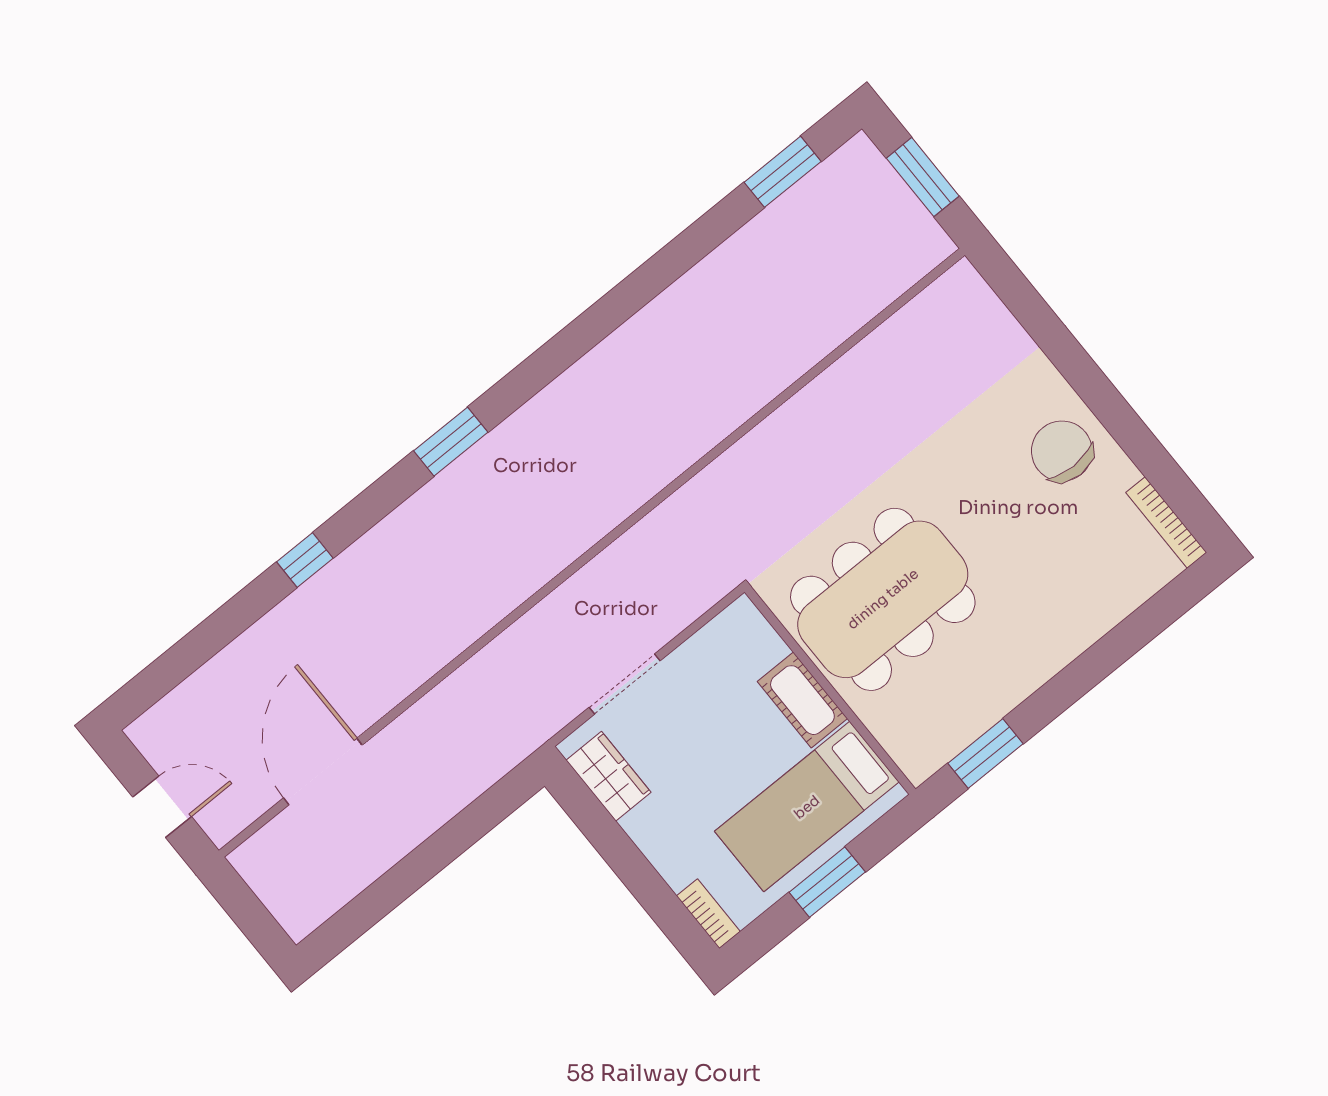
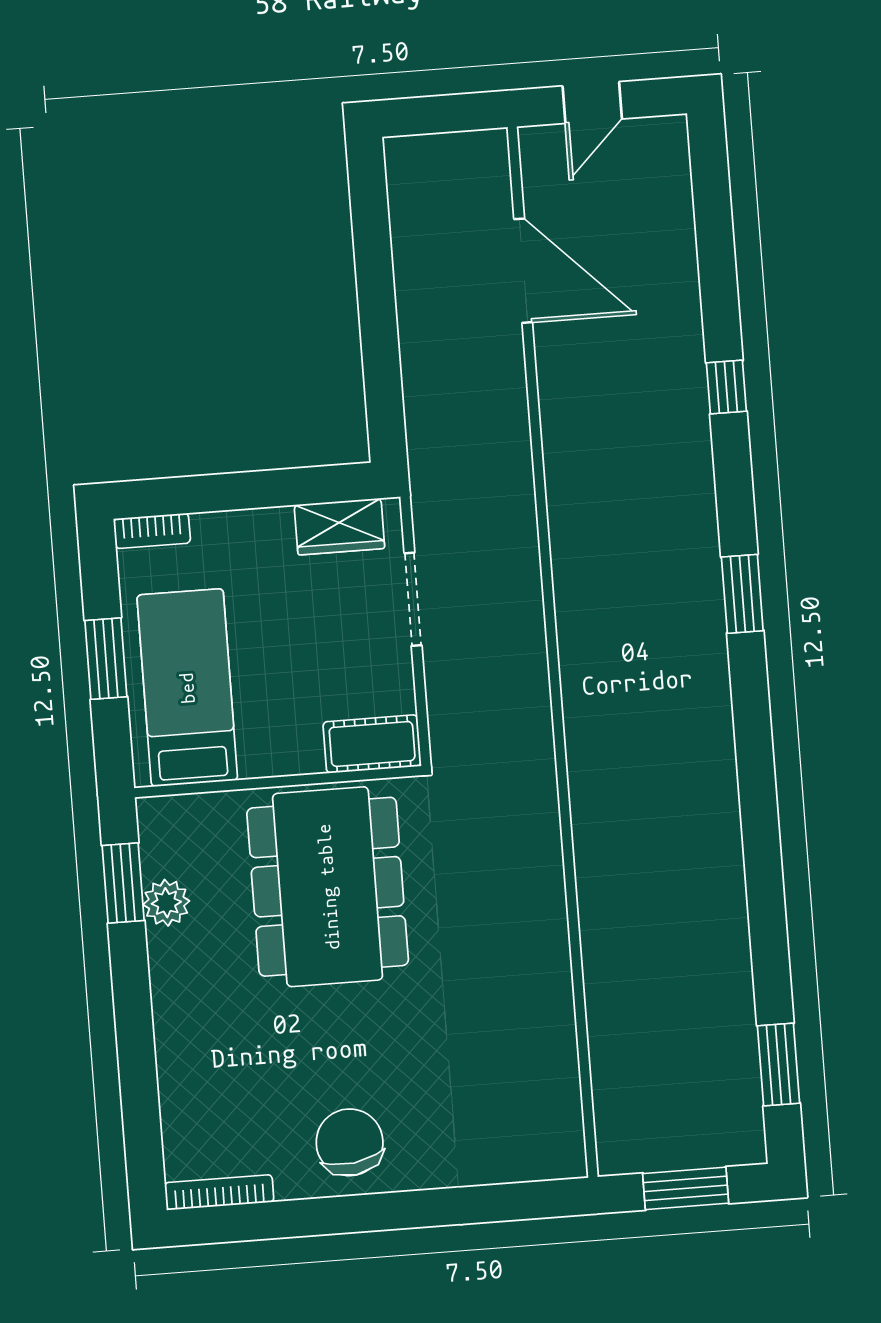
chair: (1062, 451) -> (350, 1142), turned -98
cot: (802, 700) -> (372, 744), moved
plant: (978, 711) -> (166, 903), added

